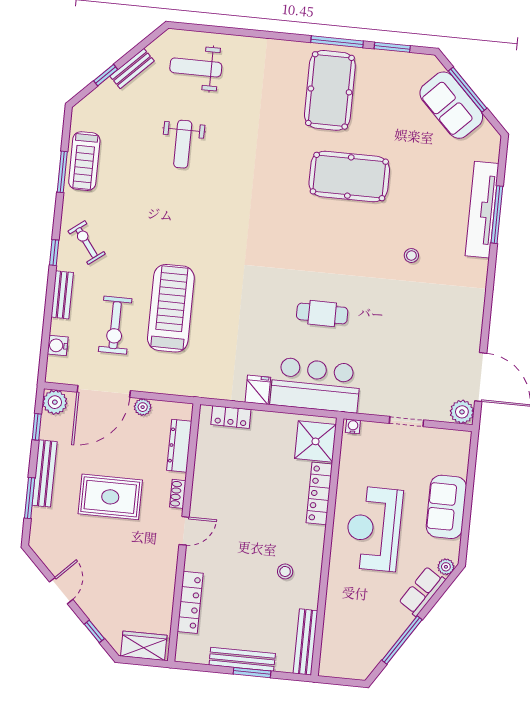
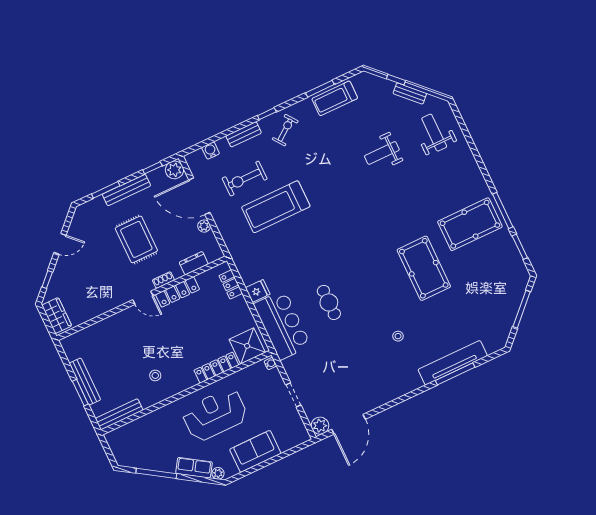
sofa: (451, 105) -> (506, 305), removed
treadmill: (171, 308) -> (276, 207), turned 180
dresser: (179, 446) -> (194, 263), width x0.70
locker: (190, 602) -> (178, 292), moved

